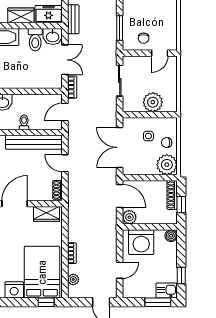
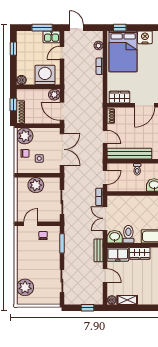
kitchen sink: (167, 290) -> (51, 37), moved
window: (158, 302) -> (42, 28), moved

